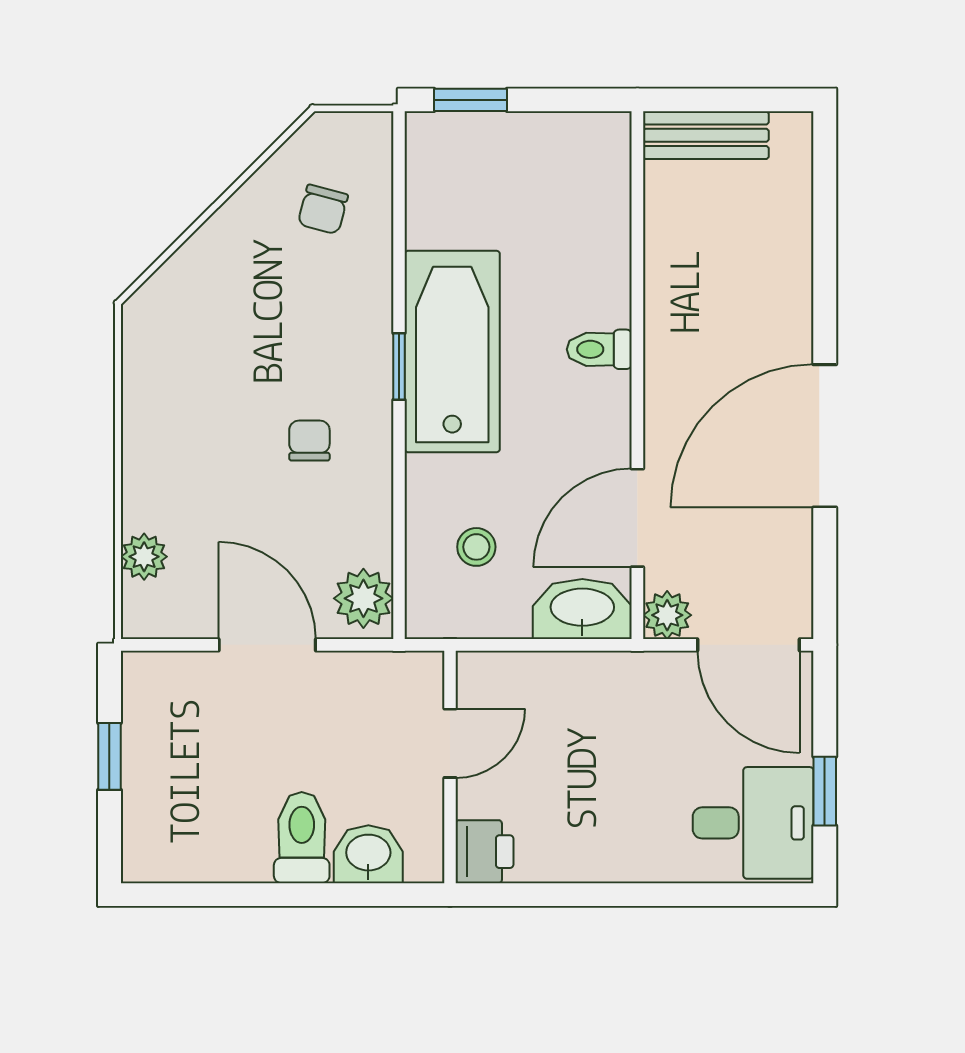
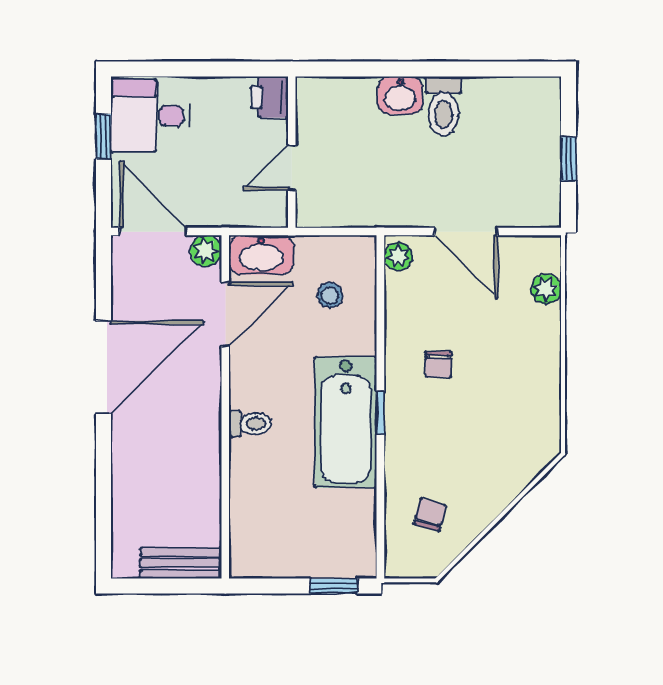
plant: (363, 598) -> (398, 256), width x0.73, depth x0.73
door: (450, 743) -> (292, 168), moved
wall: (450, 767) -> (292, 152), moved
printer: (485, 852) -> (269, 97), moved

